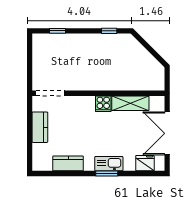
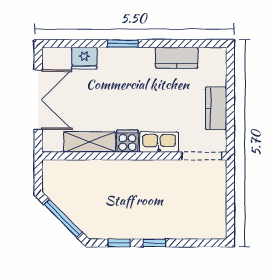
window: (58, 31) -> (154, 243), moved
window: (149, 48) -> (63, 218), added
fridge: (145, 163) -> (84, 58), moved
kitchen sink: (109, 164) -> (159, 142), moved, turned 180

